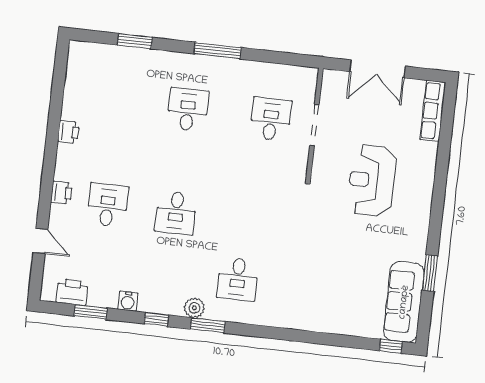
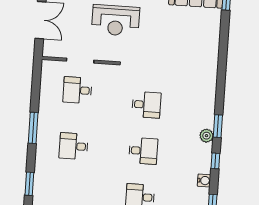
desk: (238, 279) -> (146, 105), moved

